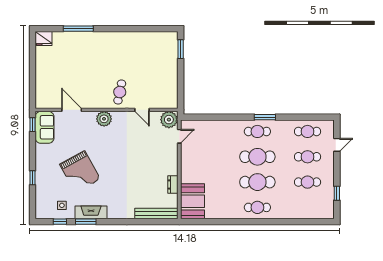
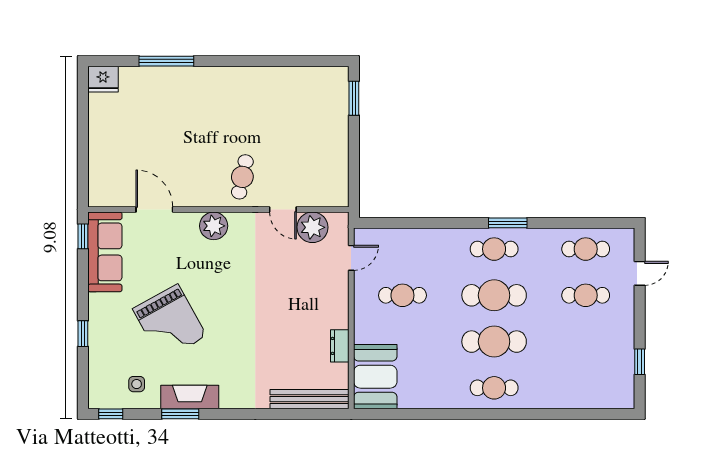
plant: (169, 120) -> (312, 227), moved
sofa: (45, 127) -> (105, 252), width x1.36
cafe table: (308, 182) -> (402, 295), moved
window: (60, 222) -> (111, 414), moved

